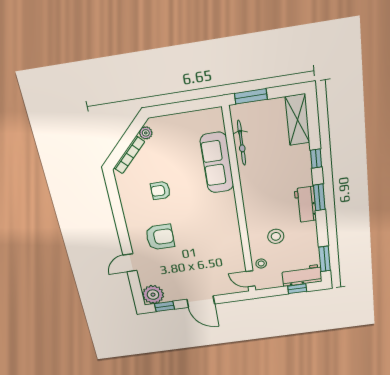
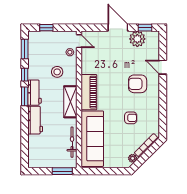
shelving: (298, 120) -> (70, 102), moved
window: (316, 159) -> (25, 75), moved
sofa: (217, 163) -> (92, 139), width x1.36, depth x1.27
piano: (227, 216) -> (89, 92), added
door: (130, 263) -> (163, 67), swing flipped
workbench: (302, 275) -> (35, 120), moved, turned -90
plant: (153, 295) -> (137, 39), moved

